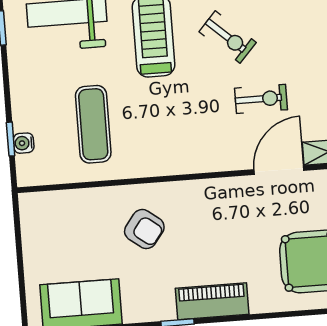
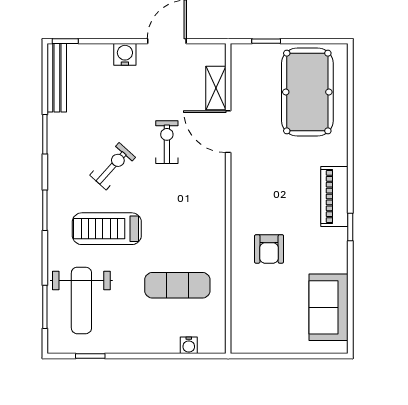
window: (11, 139) -> (185, 356), removed
armchair: (144, 229) -> (269, 249), turned 143

